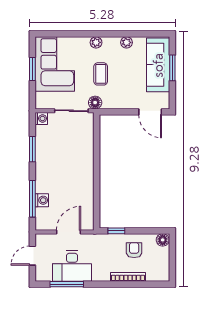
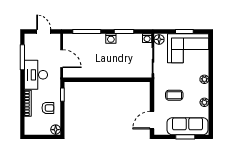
coffee table: (101, 74) -> (174, 95), moved
floor lamp: (95, 103) -> (159, 39), moved
washing machine: (42, 200) -> (111, 39), moved
desk: (72, 266) -> (36, 75), moved

